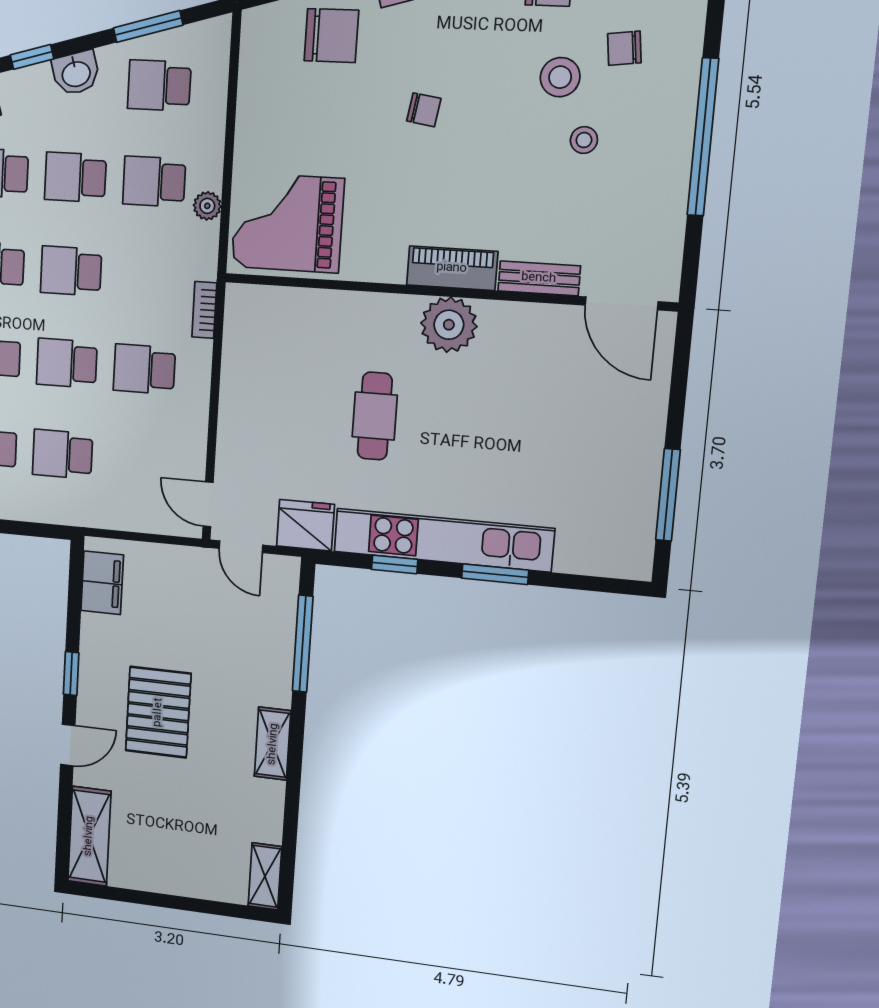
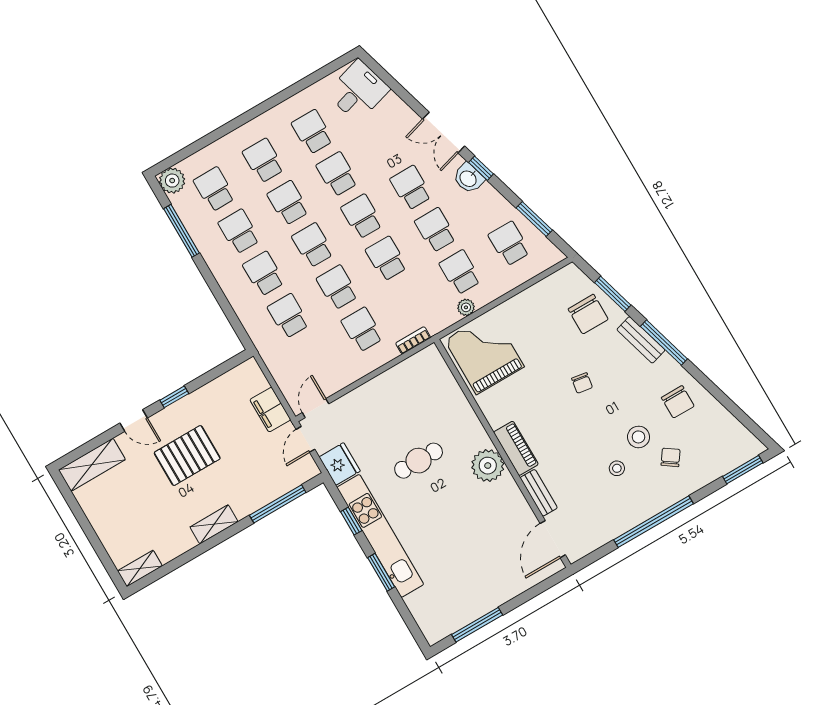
chair: (624, 48) -> (671, 457), turned 42
washbasin: (76, 73) -> (469, 178), moved
filing cabinet: (102, 583) -> (270, 410), moved, turned 90

